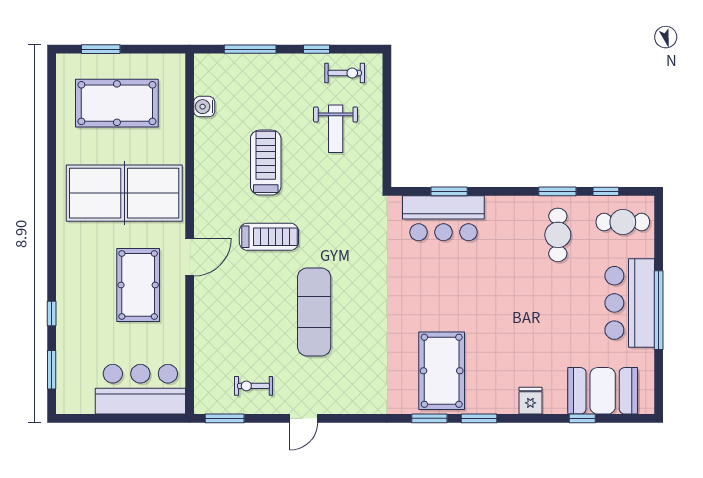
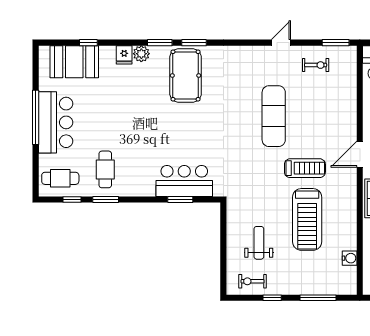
treadmill: (266, 163) -> (307, 219), width x1.37, depth x1.38
treadmill: (269, 237) -> (305, 168), turned 180
plant: (506, 402) -> (141, 54), added

